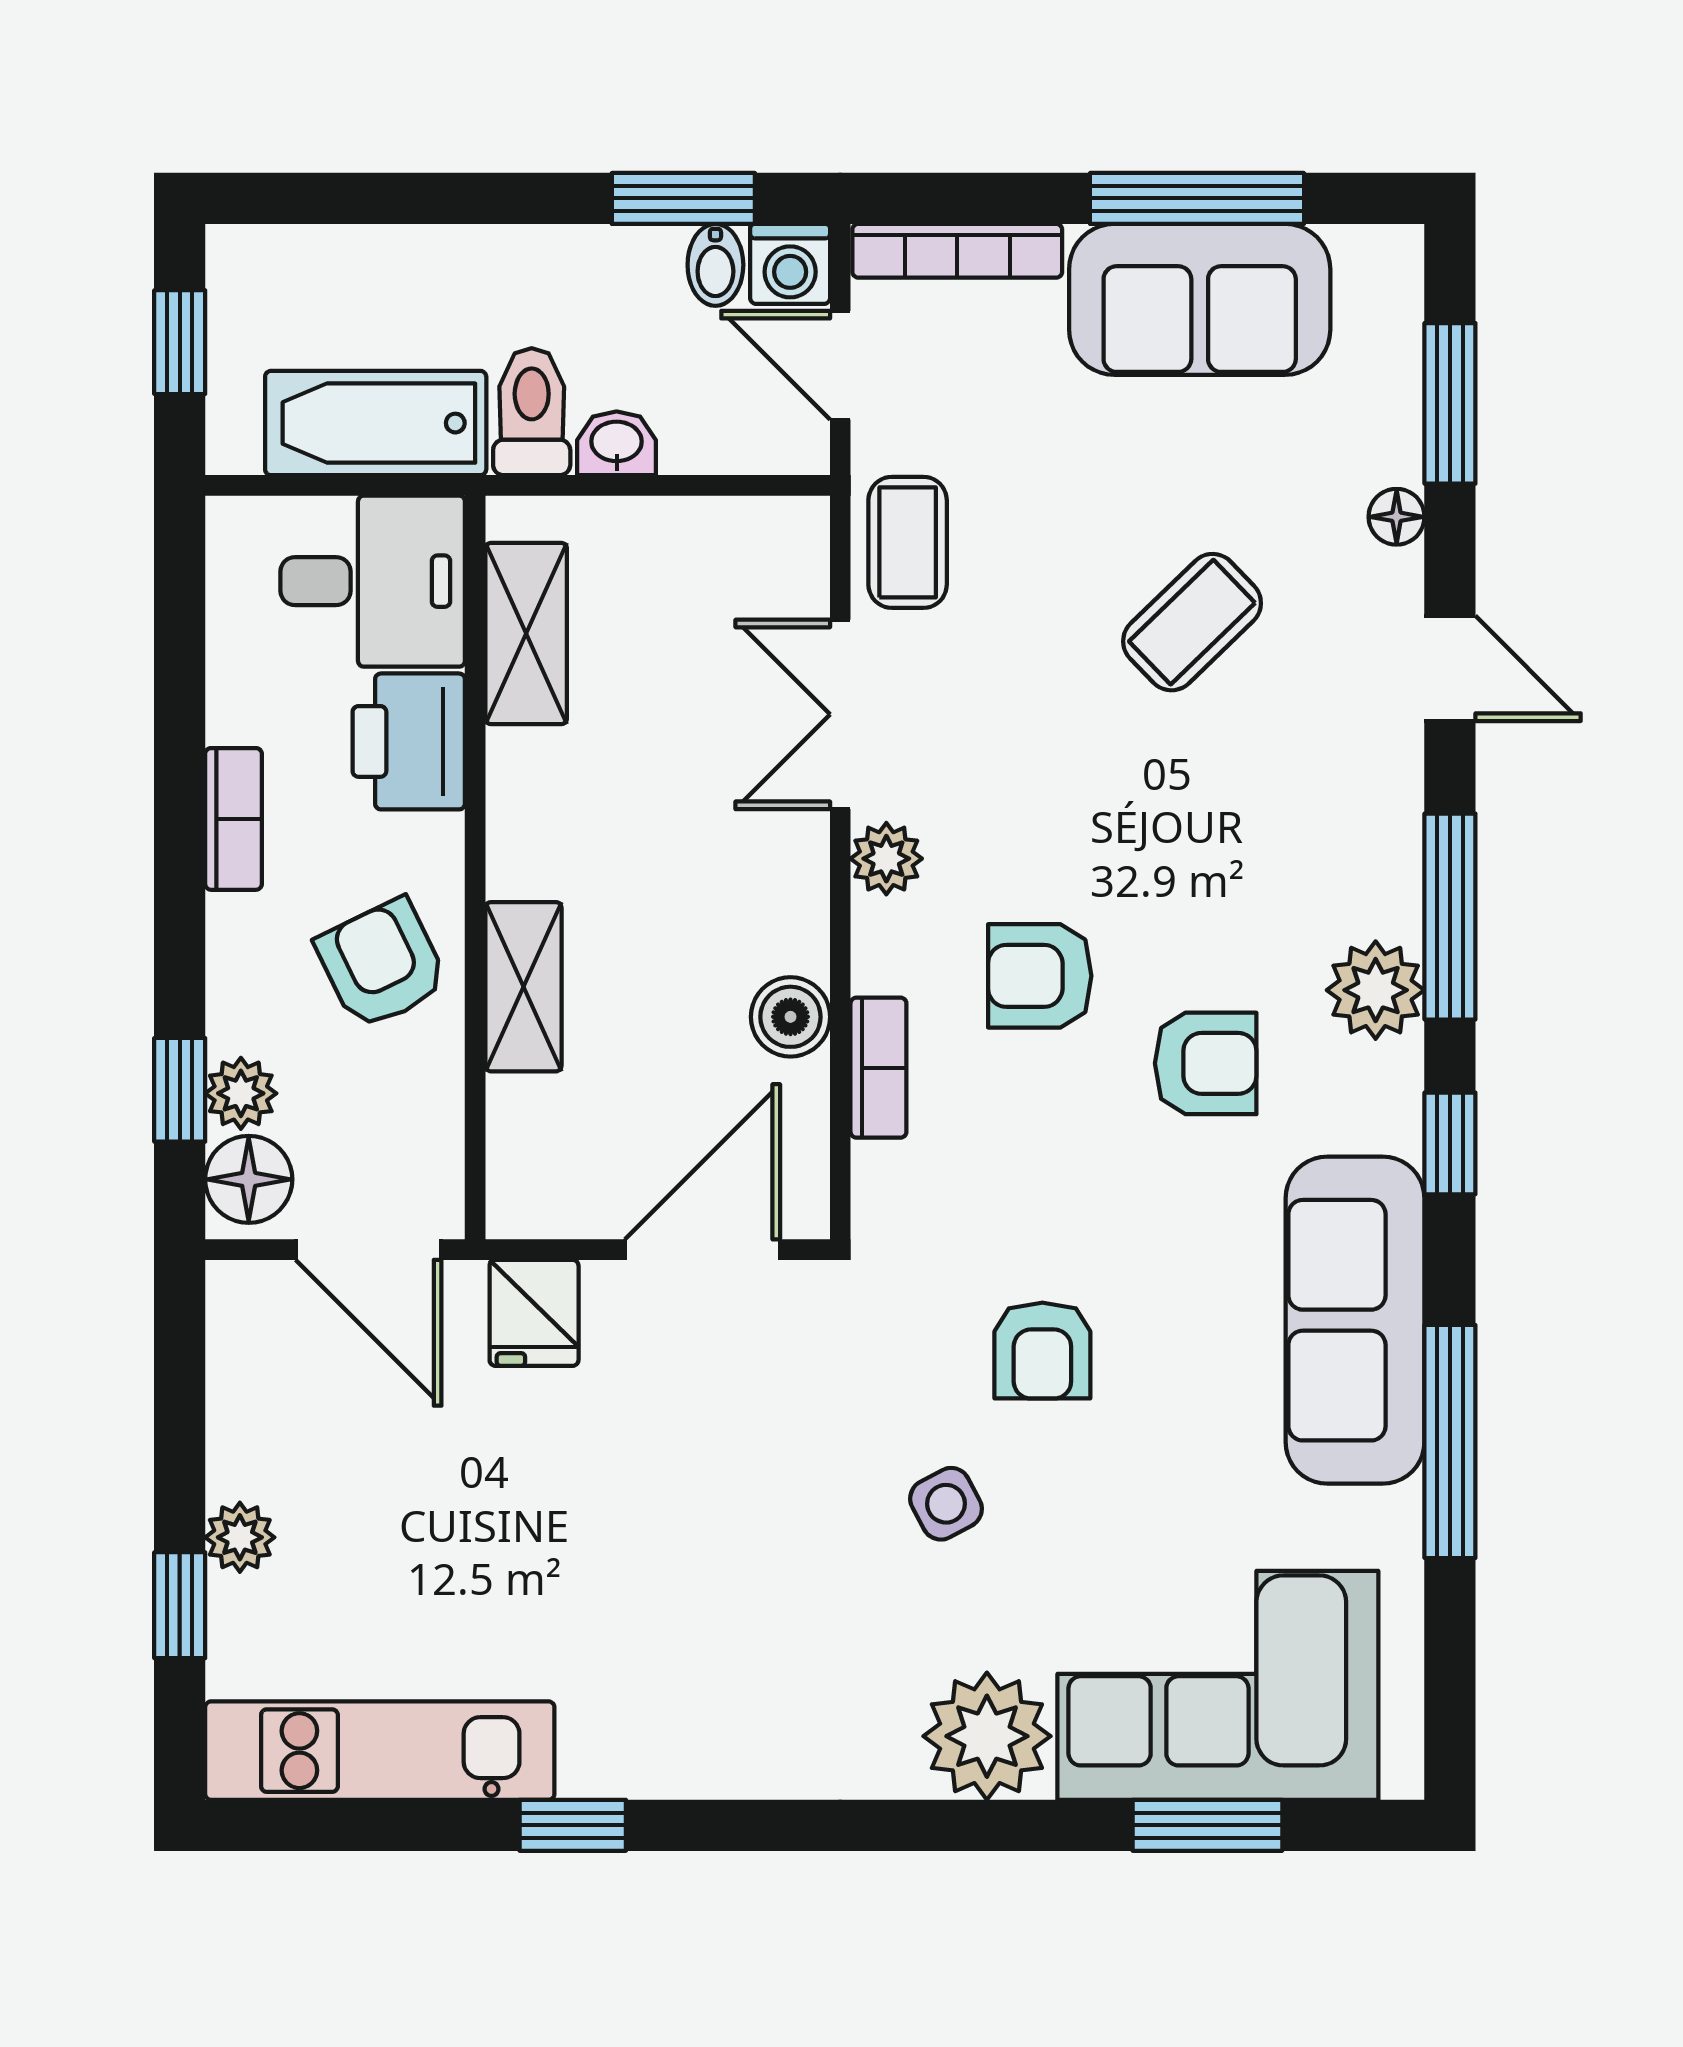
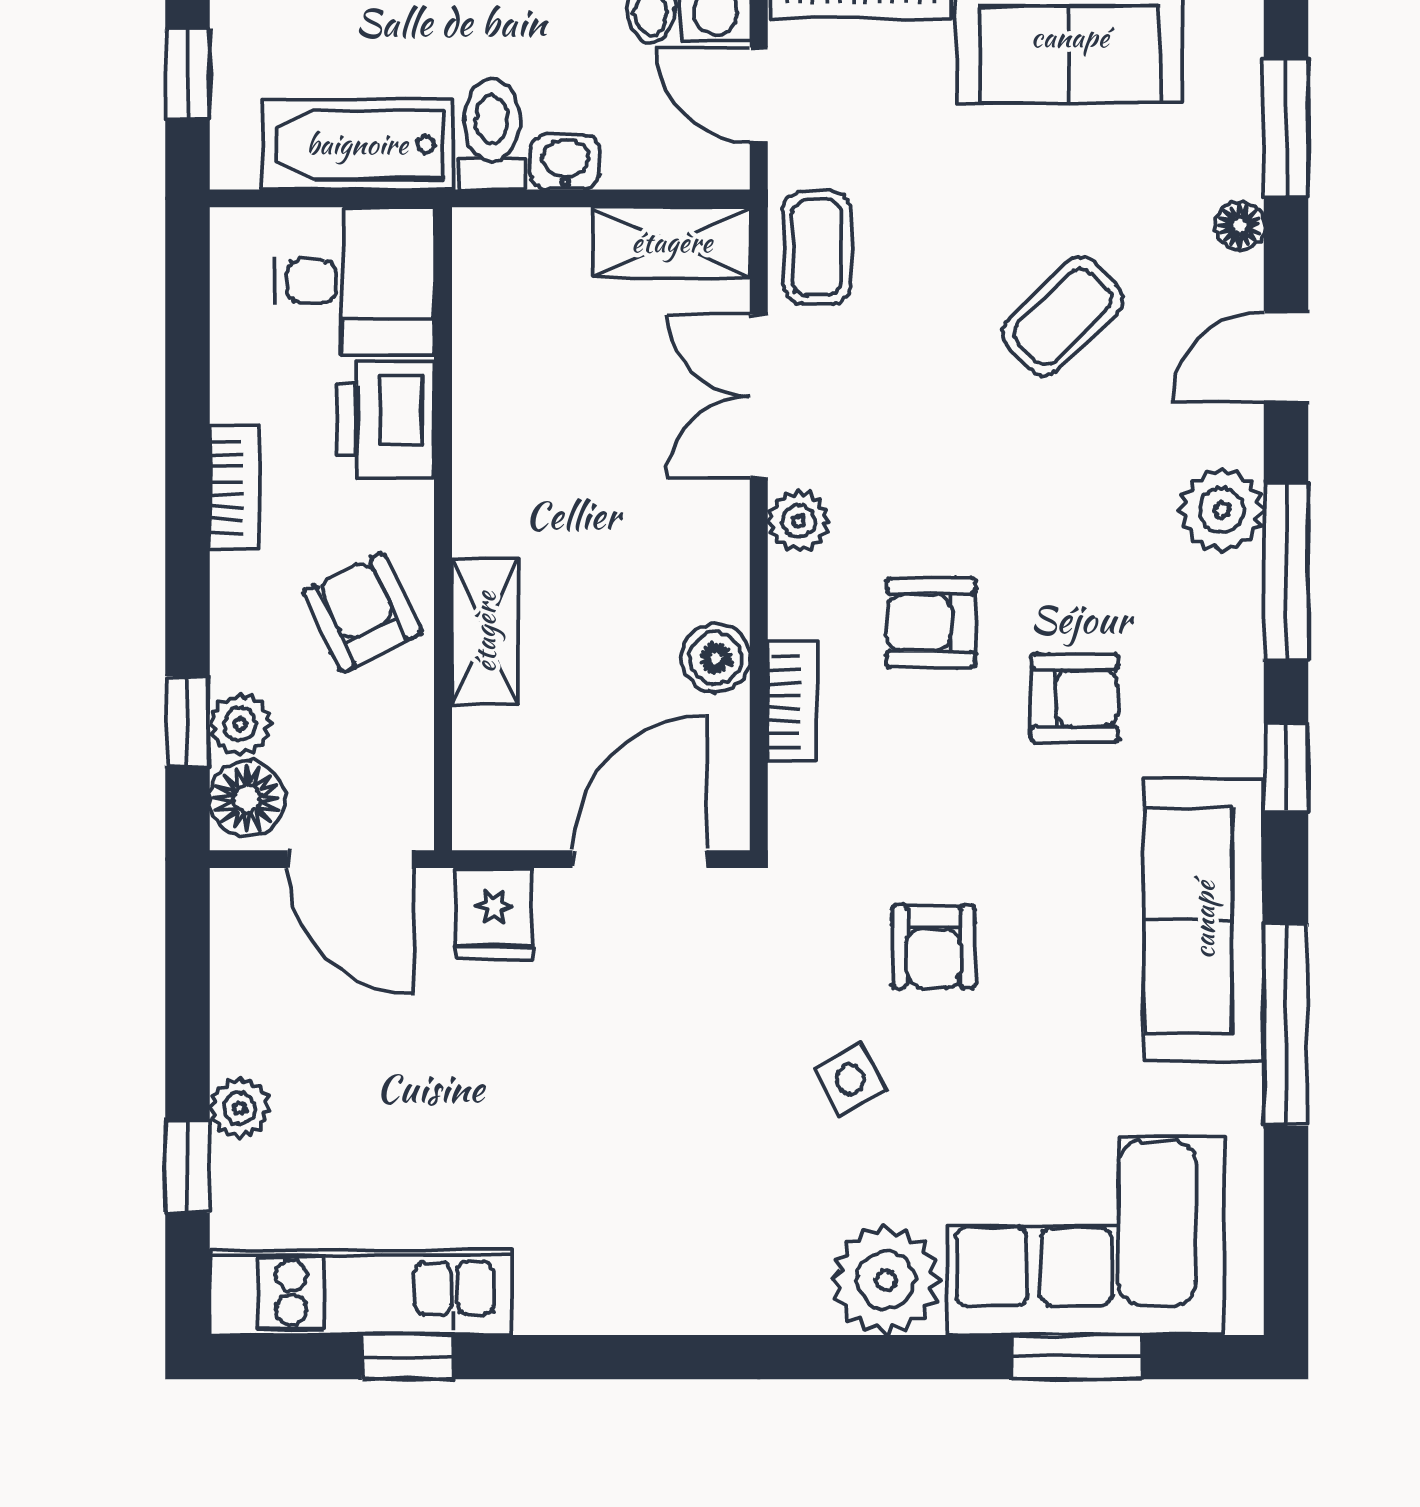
shelving: (526, 634) -> (672, 242), moved, turned 90
door: (1450, 668) -> (1286, 357), swing flipped
plant: (1376, 990) -> (1222, 510), moved
window: (573, 1825) -> (408, 1357), moved

